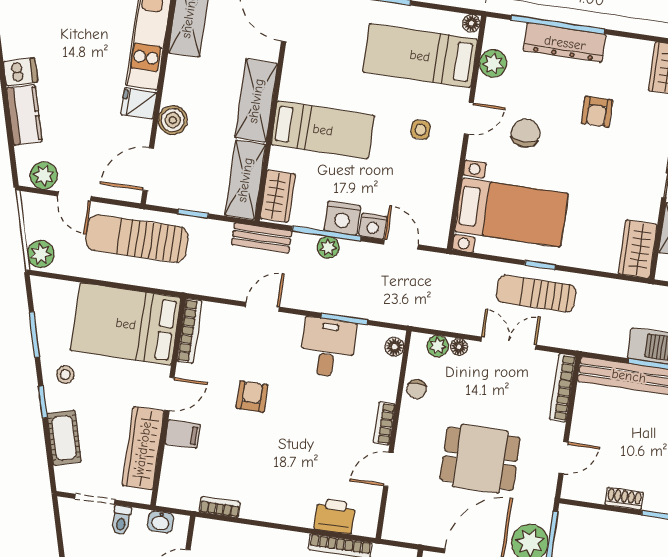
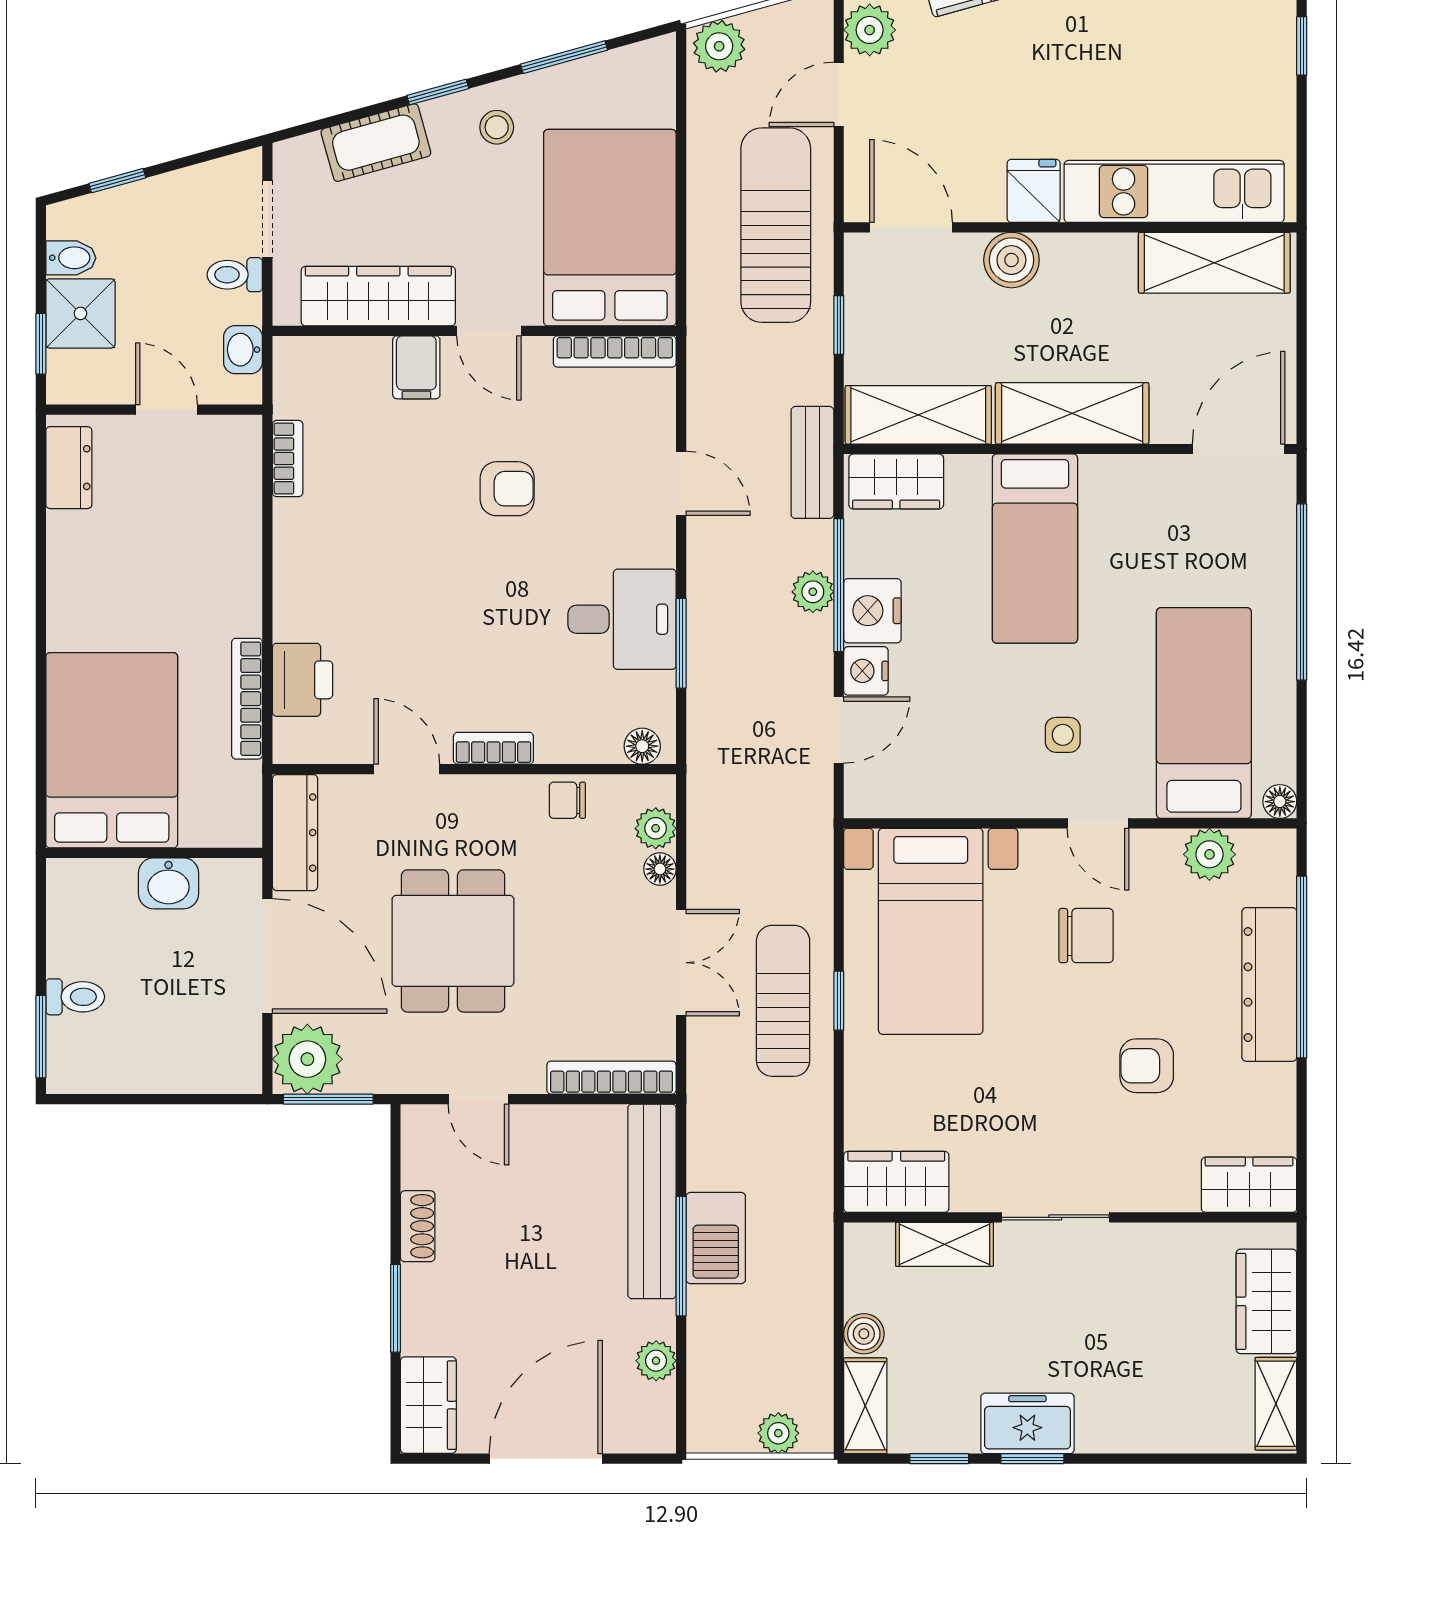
dresser: (413, 532) -> (295, 833), added

